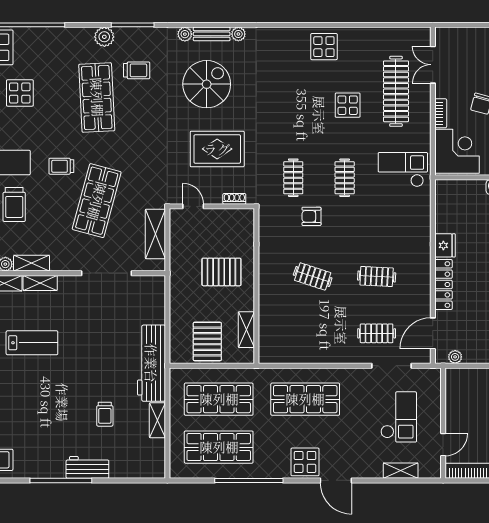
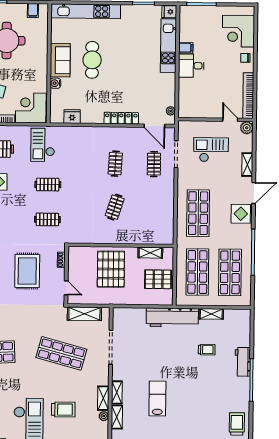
trolley: (61, 166) -> (38, 377), removed
door: (193, 206) -> (66, 288), swing flipped
armchair: (311, 216) -> (74, 207), removed
fridge: (445, 245) -> (72, 117), moved
pallet: (221, 272) -> (111, 269), width x1.37, depth x1.41
plant: (432, 469) -> (247, 128), added
shelving: (401, 471) -> (247, 165), moved

